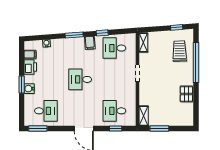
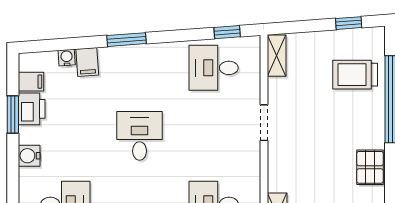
window: (102, 33) -> (227, 32), moved
filing cabinet: (90, 43) -> (87, 62), moved
trolley: (180, 51) -> (355, 75), turned -88
desk: (80, 79) -> (140, 136), turned 90
window: (22, 85) -> (13, 114), moved

